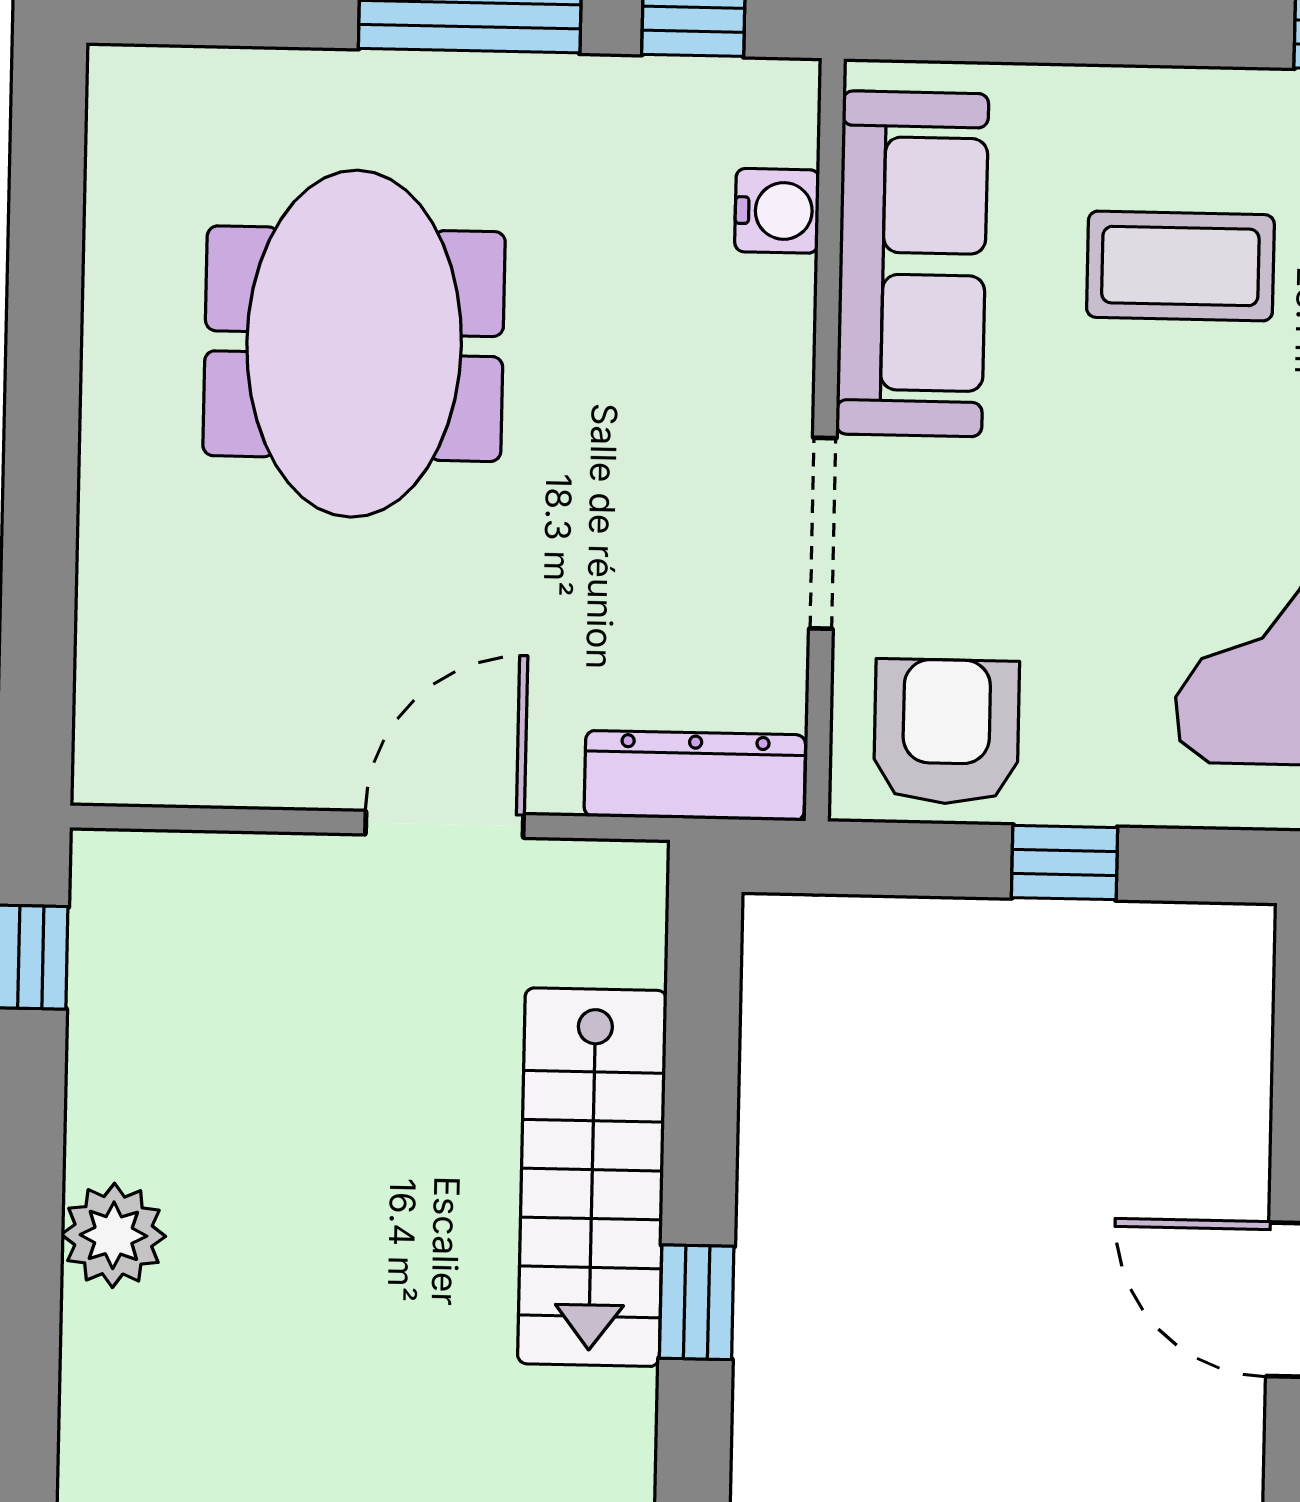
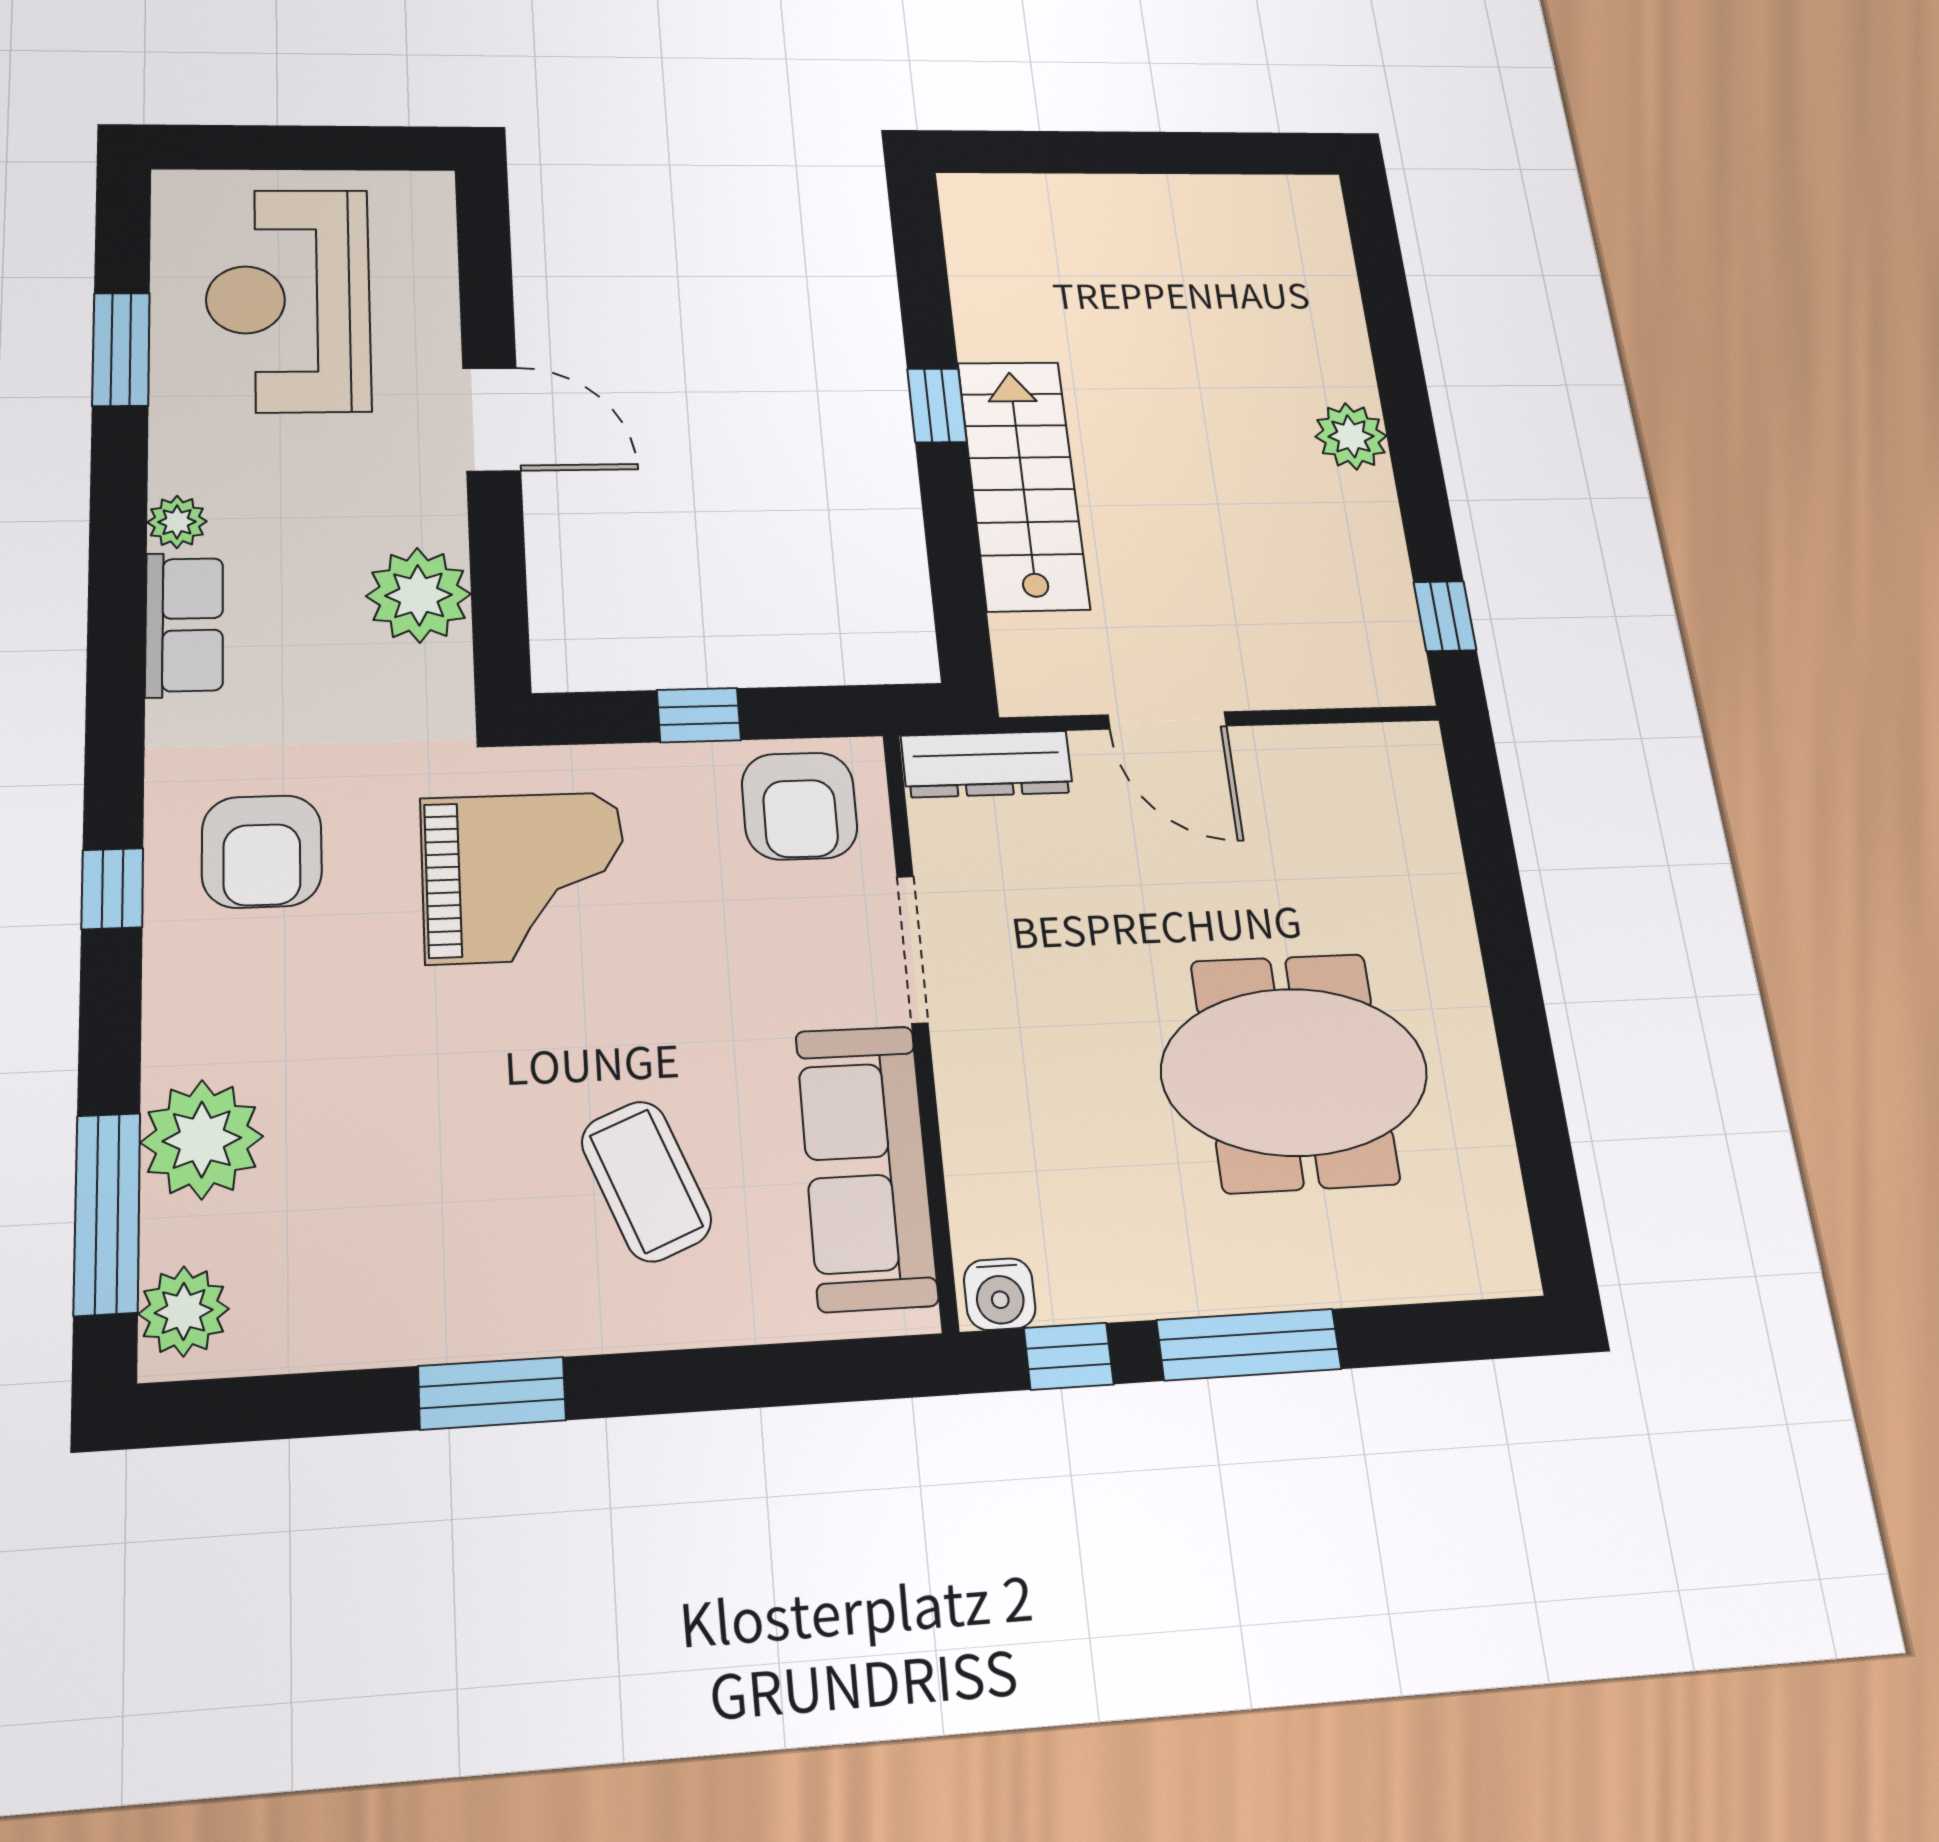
water cooler: (777, 211) -> (1000, 1294), moved, turned -90
coffee table: (1180, 266) -> (646, 1181), turned 68
meeting table: (354, 344) -> (1294, 1072), turned 90
door: (444, 824) -> (1167, 720), hinge flipped

